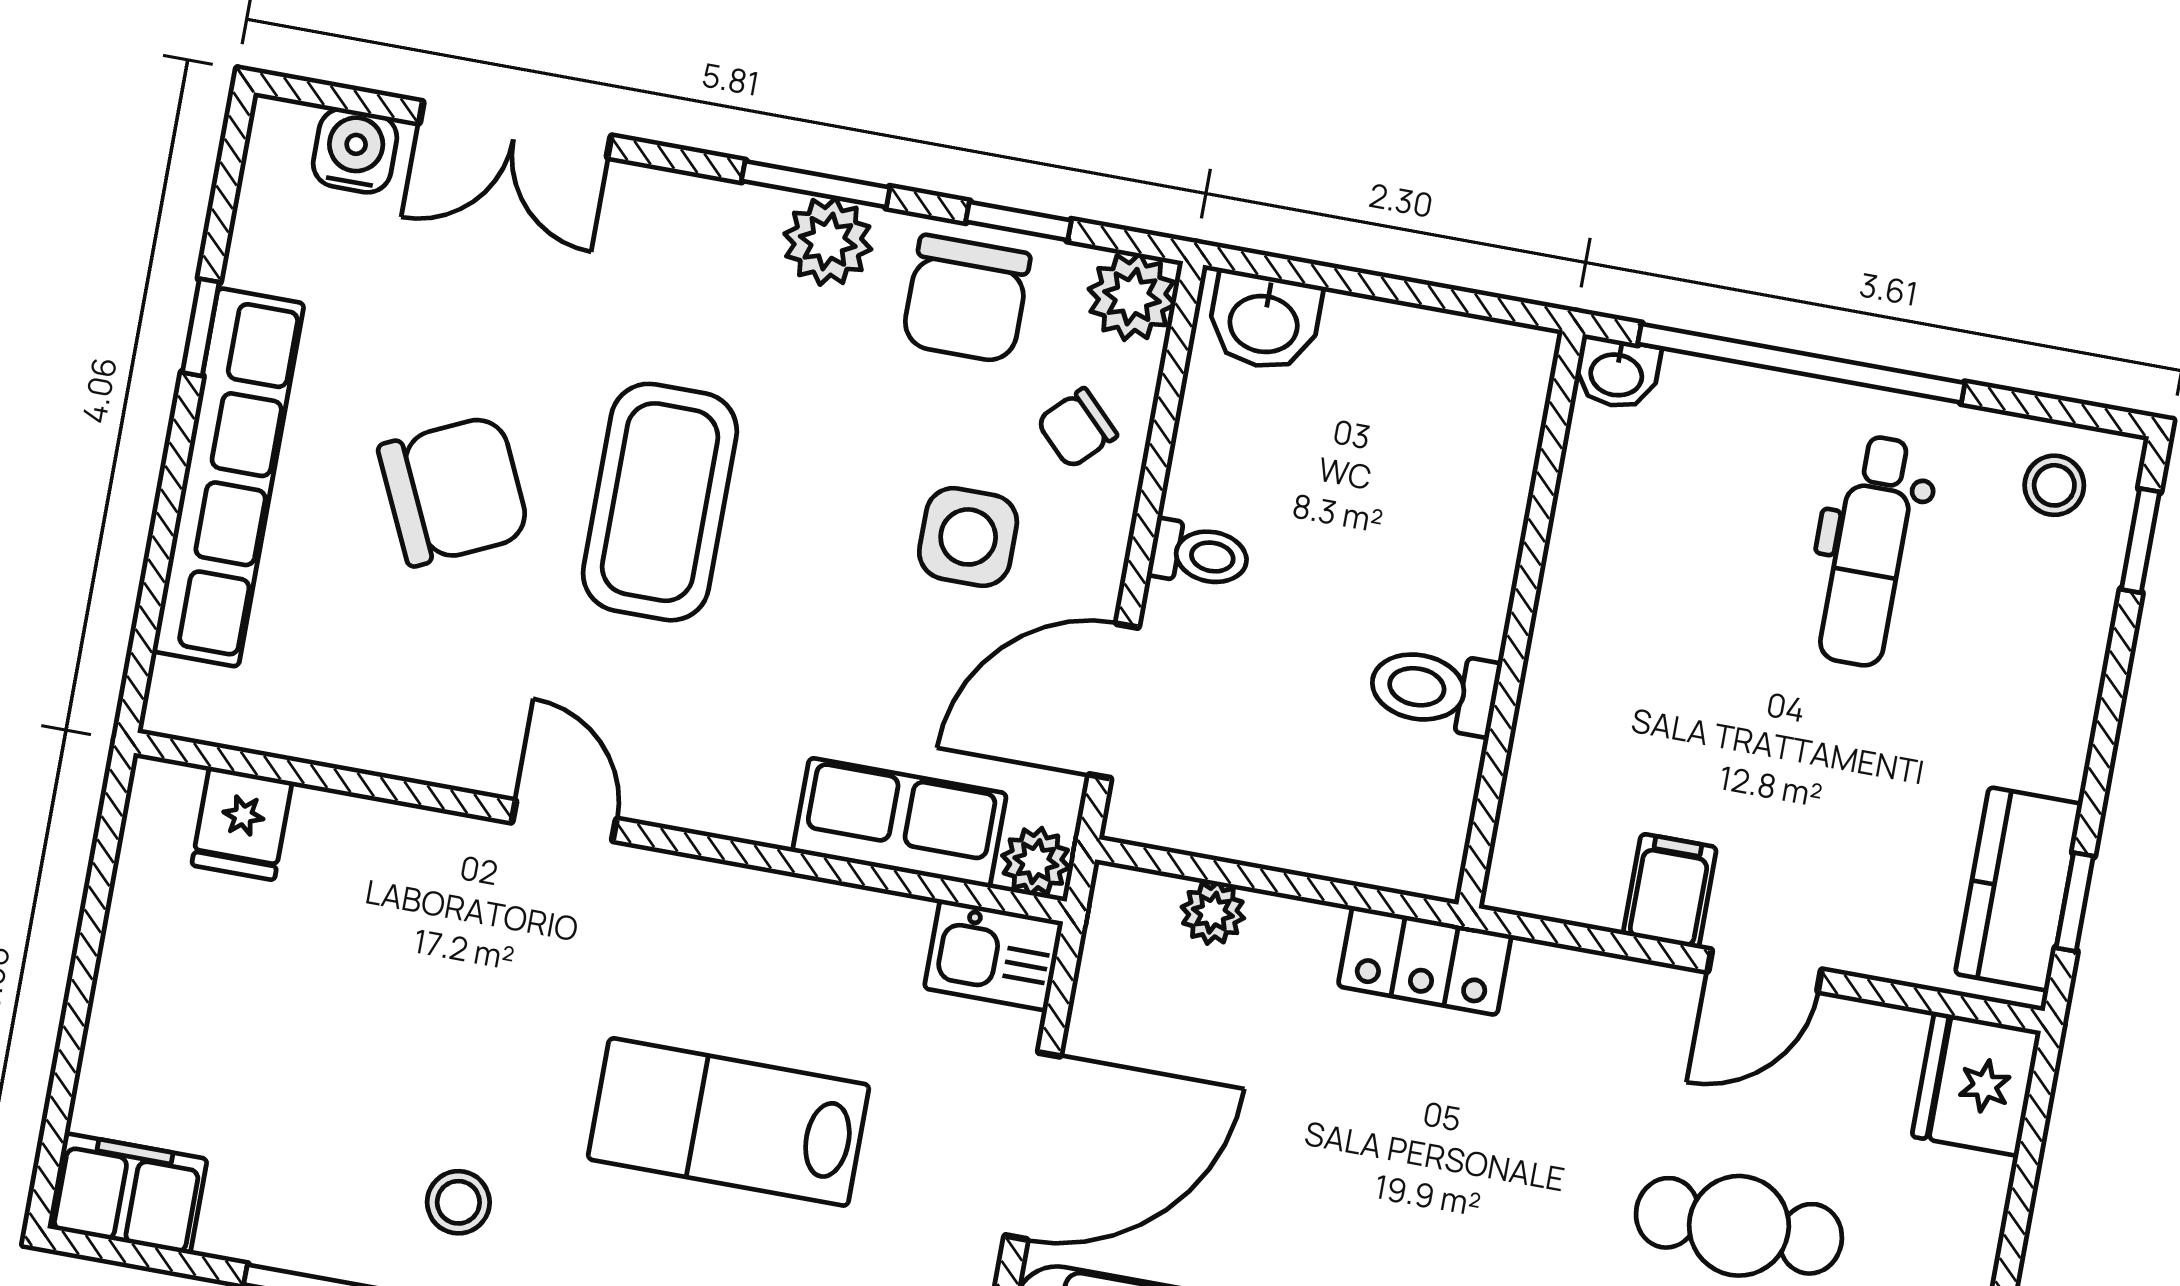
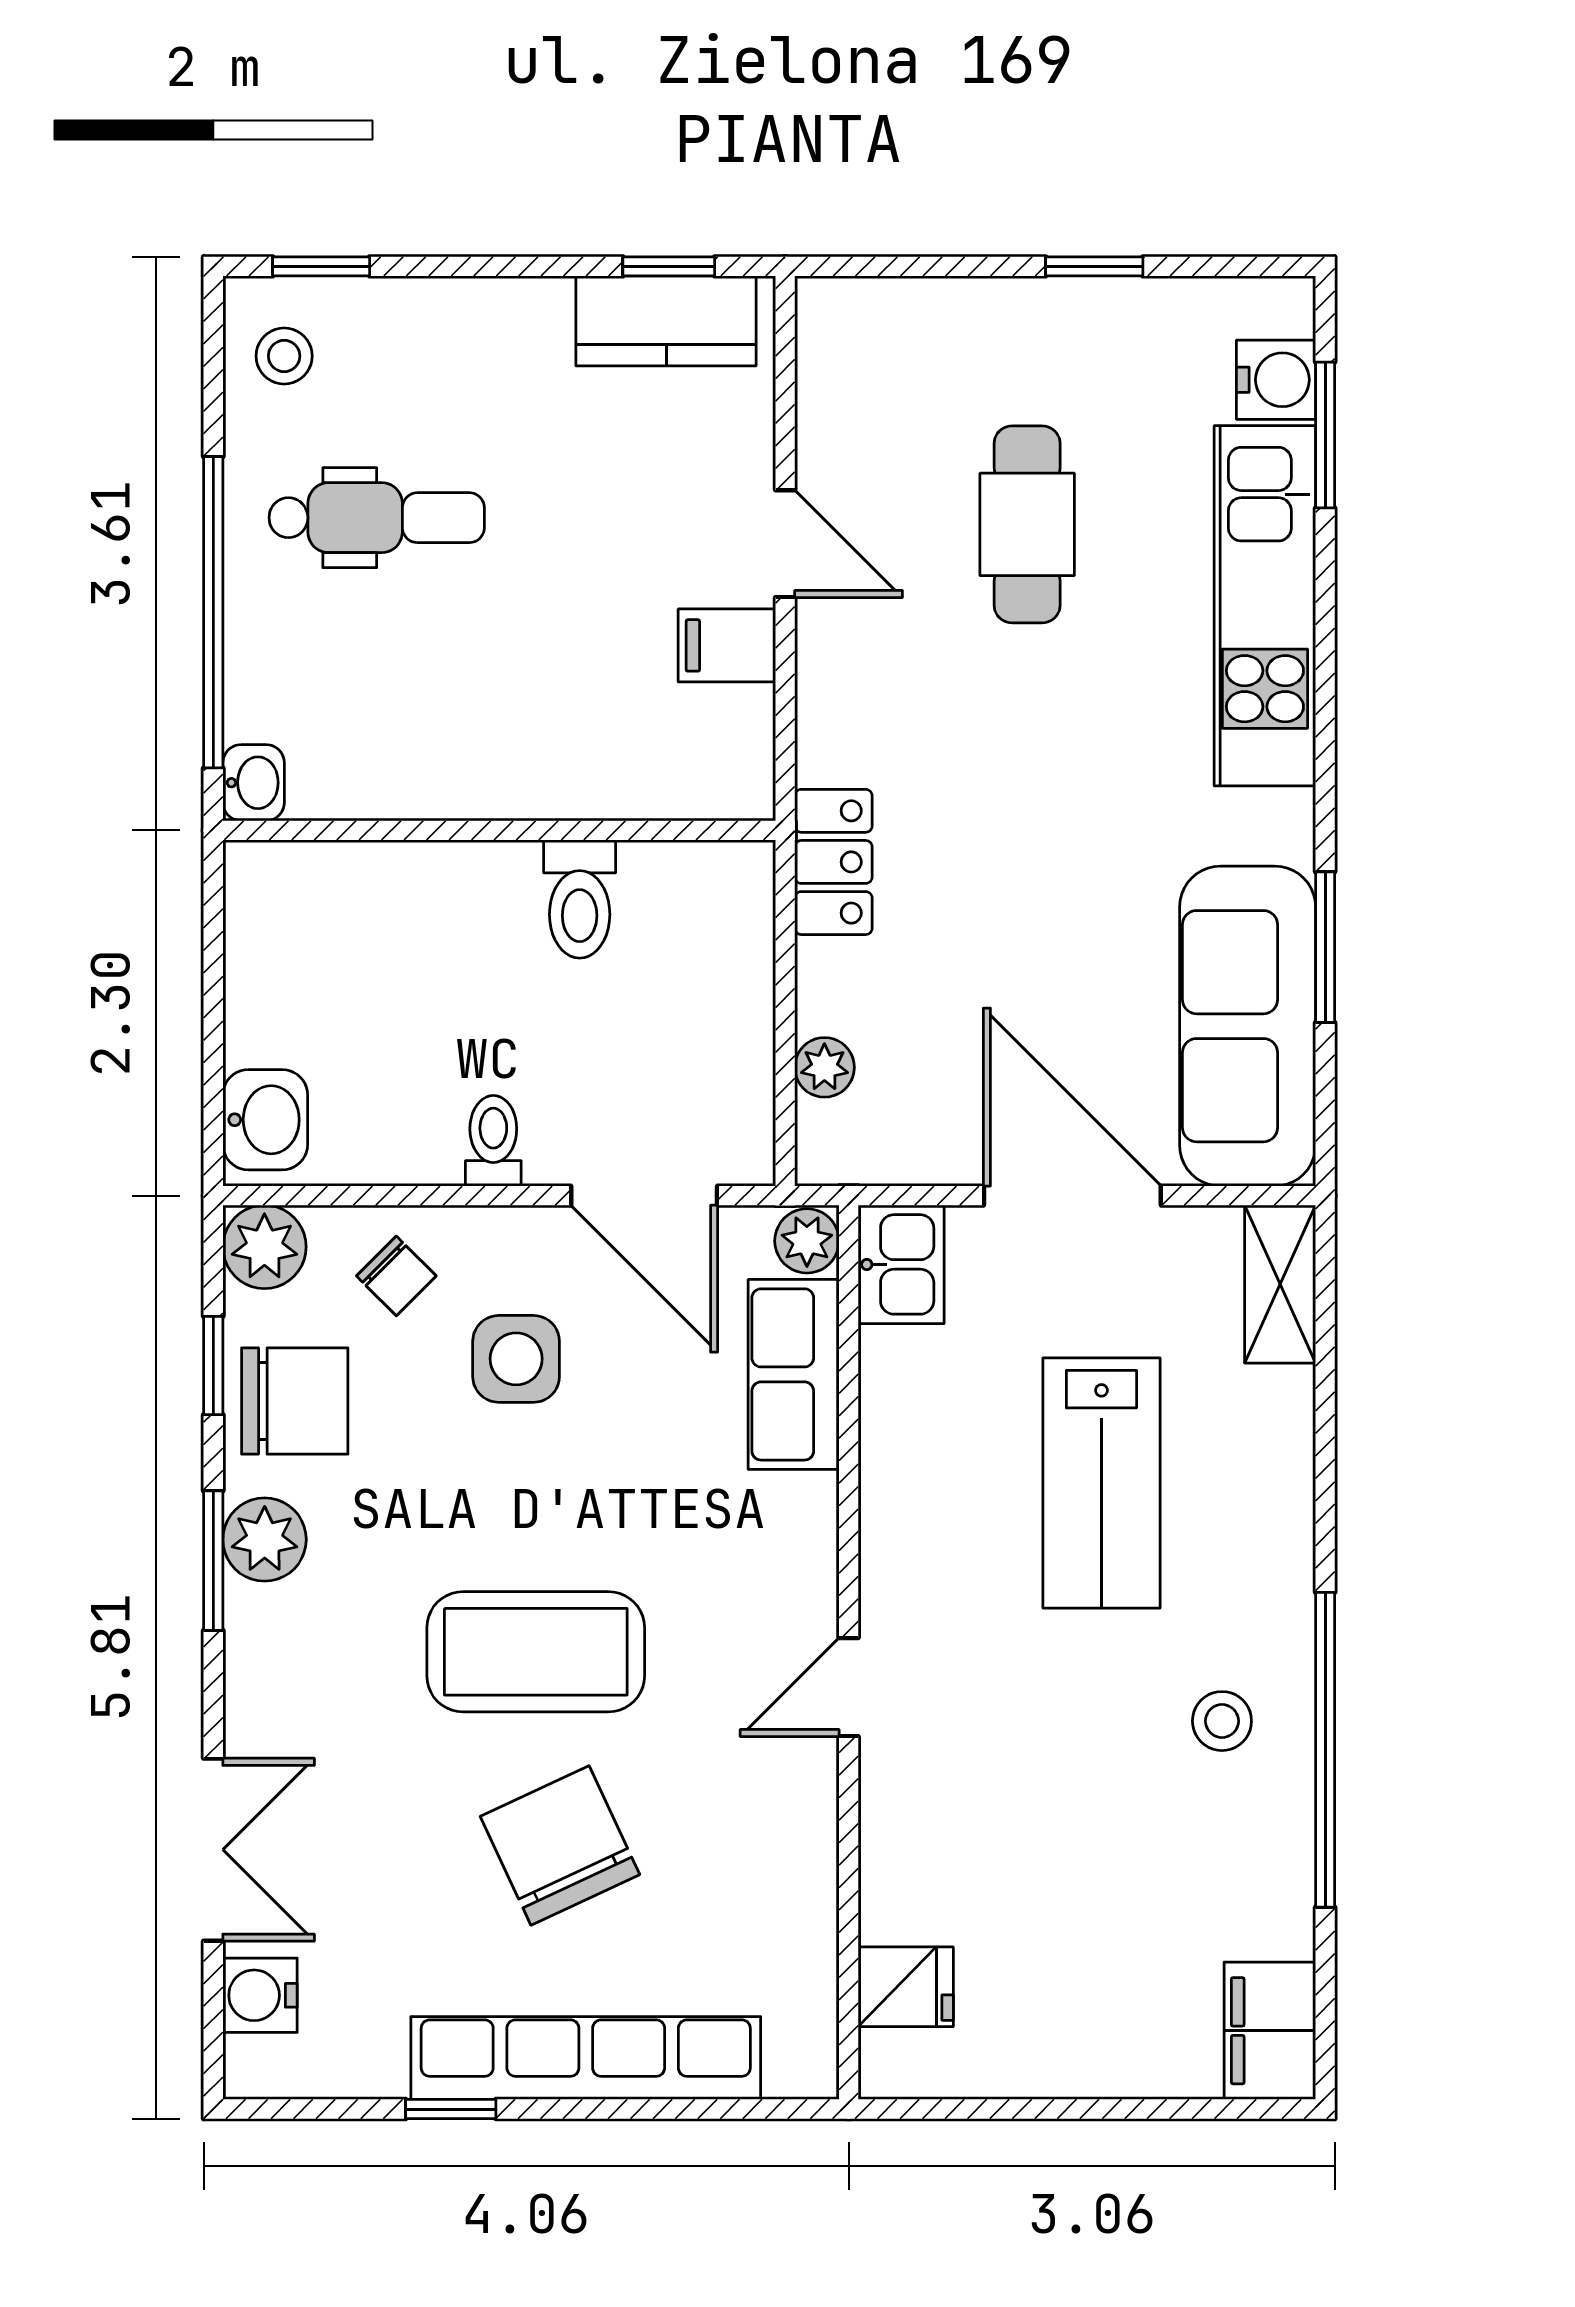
fridge: (1976, 1084) -> (855, 327), removed

